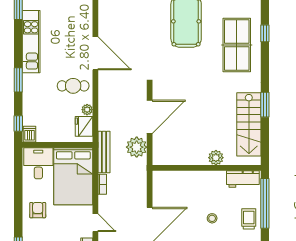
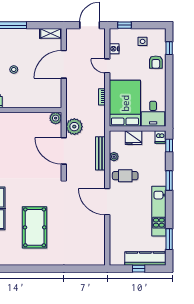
door: (150, 117) -> (64, 151), hinge flipped
fridge: (84, 126) -> (134, 138), moved, turned 90
bench: (104, 152) -> (100, 153), moved
plant: (216, 158) -> (56, 118), moved
armchair: (38, 210) -> (156, 62), moved

